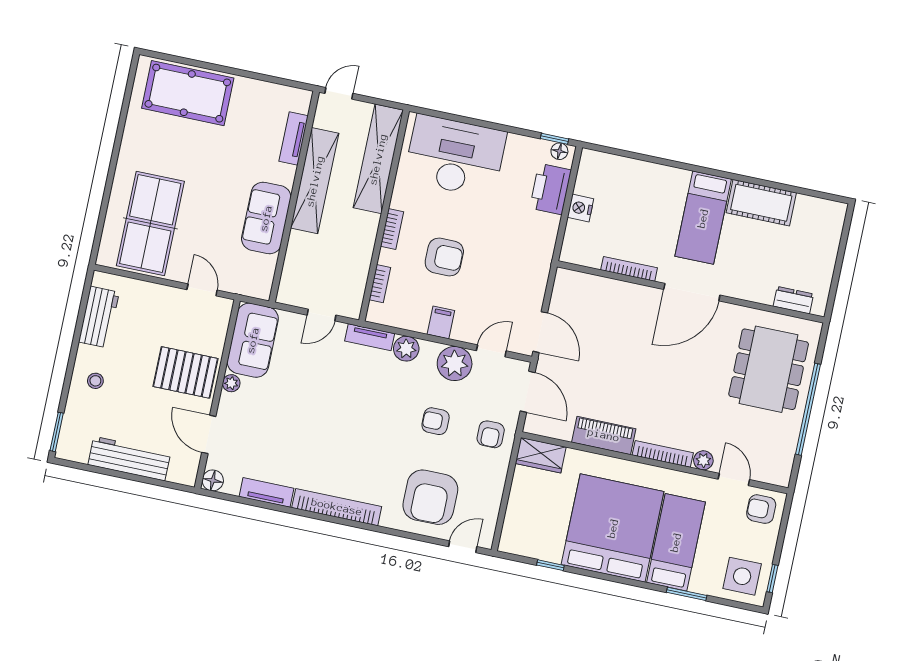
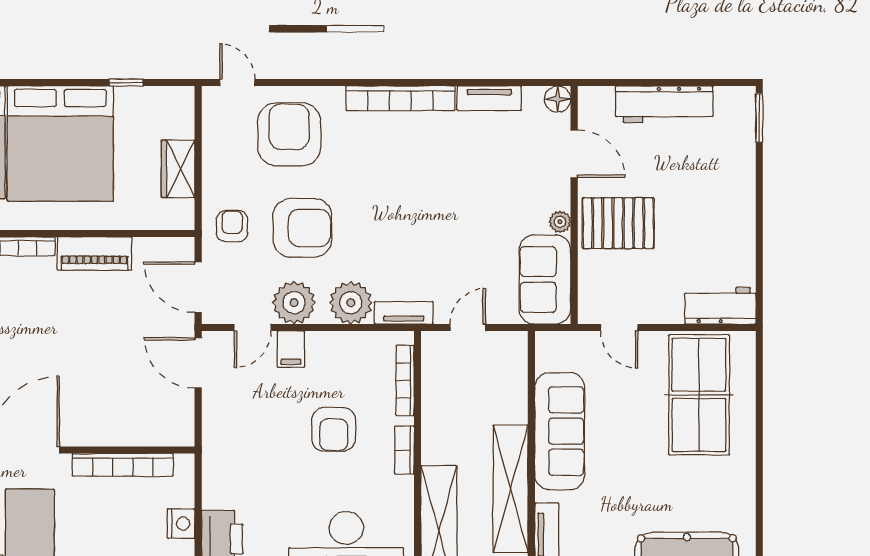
sofa: (266, 218) -> (560, 431), width x1.36
armchair: (444, 257) -> (334, 429), turned -90
bookcase: (629, 269) -> (123, 465), width x1.48, depth x1.31
bookcase: (380, 284) -> (405, 381), width x1.56
workbench: (99, 317) -> (720, 306), moved, turned 90
filing cabinet: (441, 322) -> (291, 349), moved
plant: (406, 349) -> (351, 303), width x1.36, depth x1.36
stool: (95, 381) -> (725, 190), removed
armchair: (436, 421) -> (302, 228), width x1.88, depth x1.88
wardrobe: (541, 455) -> (178, 169), moved, turned -90
door: (463, 547) -> (237, 83), swing flipped

